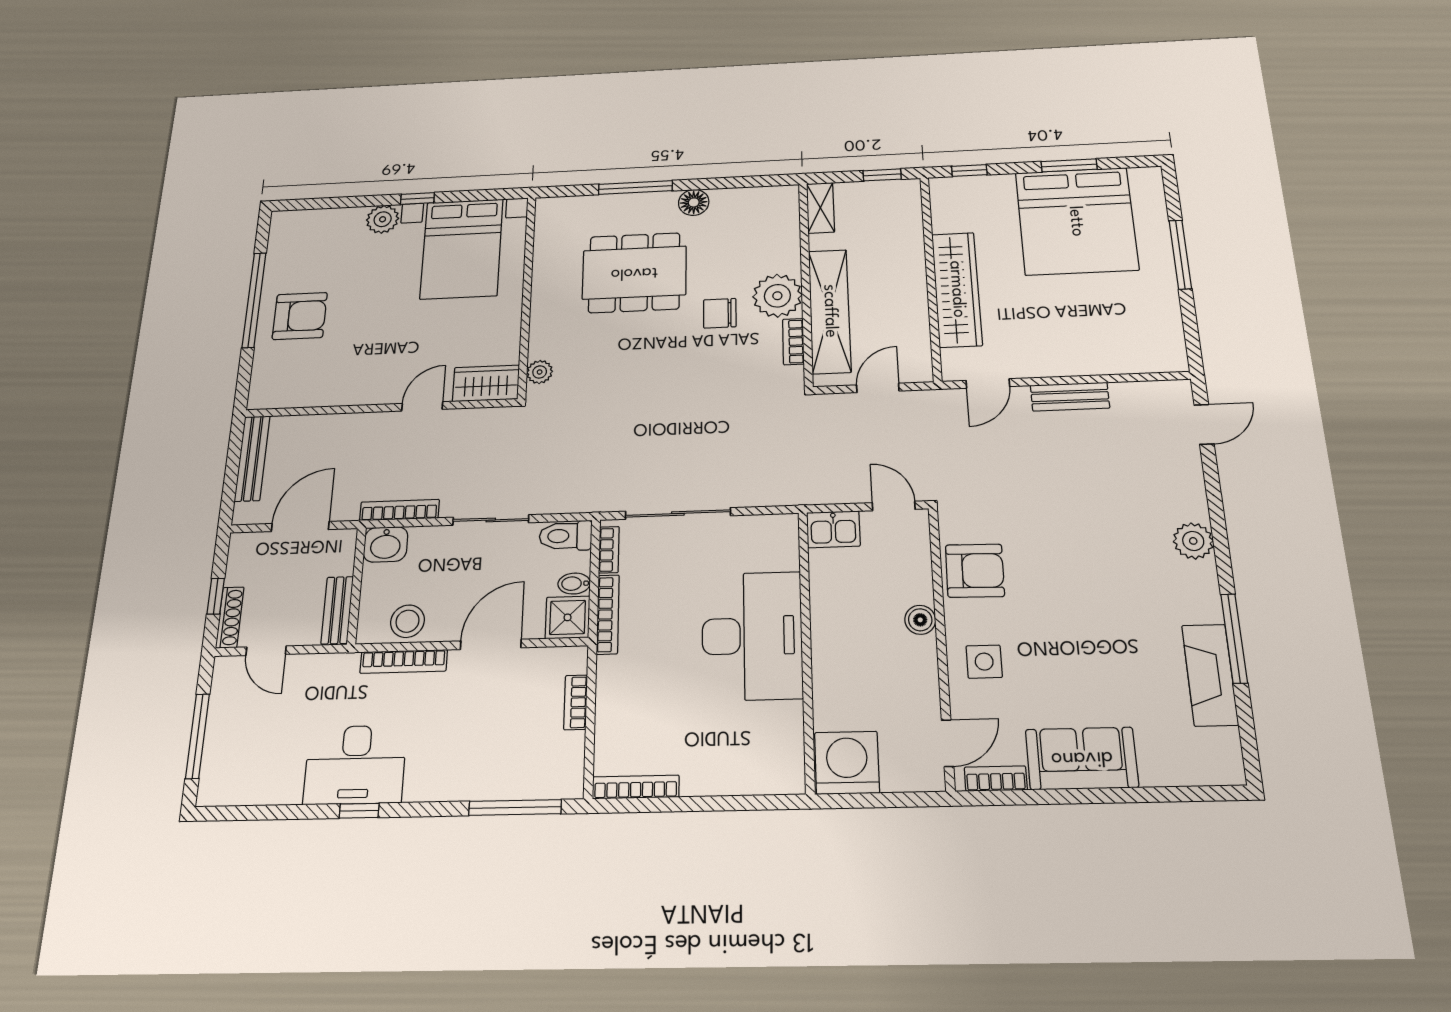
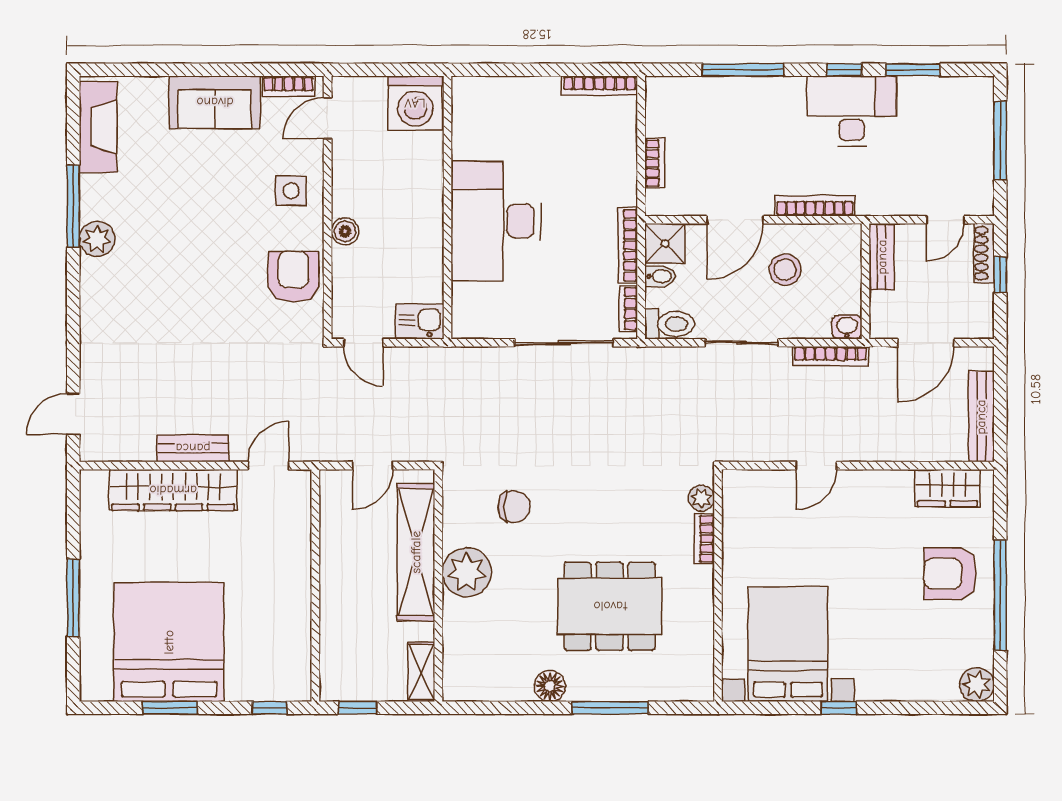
plant: (383, 219) -> (977, 685), moved
wardrobe: (957, 289) -> (173, 490), moved, turned -90
chair: (720, 313) -> (514, 507), moved
bookcase: (793, 342) -> (704, 539), moved, turned 180
wardrobe: (486, 383) -> (948, 488), moved
plant: (1193, 541) -> (97, 239), moved
washbasin: (386, 544) -> (847, 327), width x0.72, depth x0.69
armchair: (975, 571) -> (293, 277), turned 89
stool: (407, 621) -> (785, 270), moved
door: (266, 651) -> (945, 220), swing flipped
fireplace: (1210, 675) -> (98, 127), moved
window: (515, 808) -> (743, 70), moved
window: (283, 812) -> (913, 70), added

